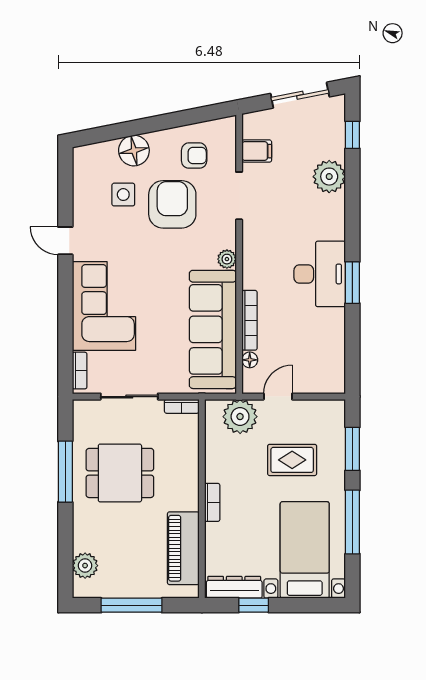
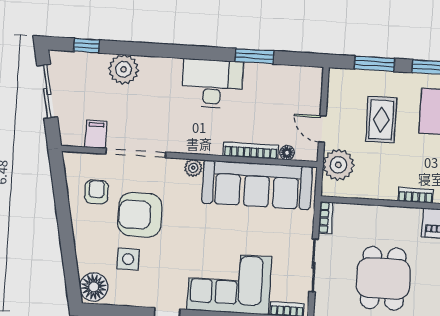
floor lamp: (134, 151) -> (94, 287), moved
doorway: (239, 196) -> (136, 153), width x1.36
window: (352, 283) -> (255, 56), moved

